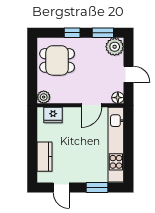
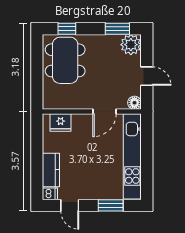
window: (72, 33) -> (67, 29), moved
dining table: (57, 60) -> (65, 60), width x1.38
plant: (44, 97) -> (50, 102), removed
dishwasher: (44, 177) -> (50, 194), added

